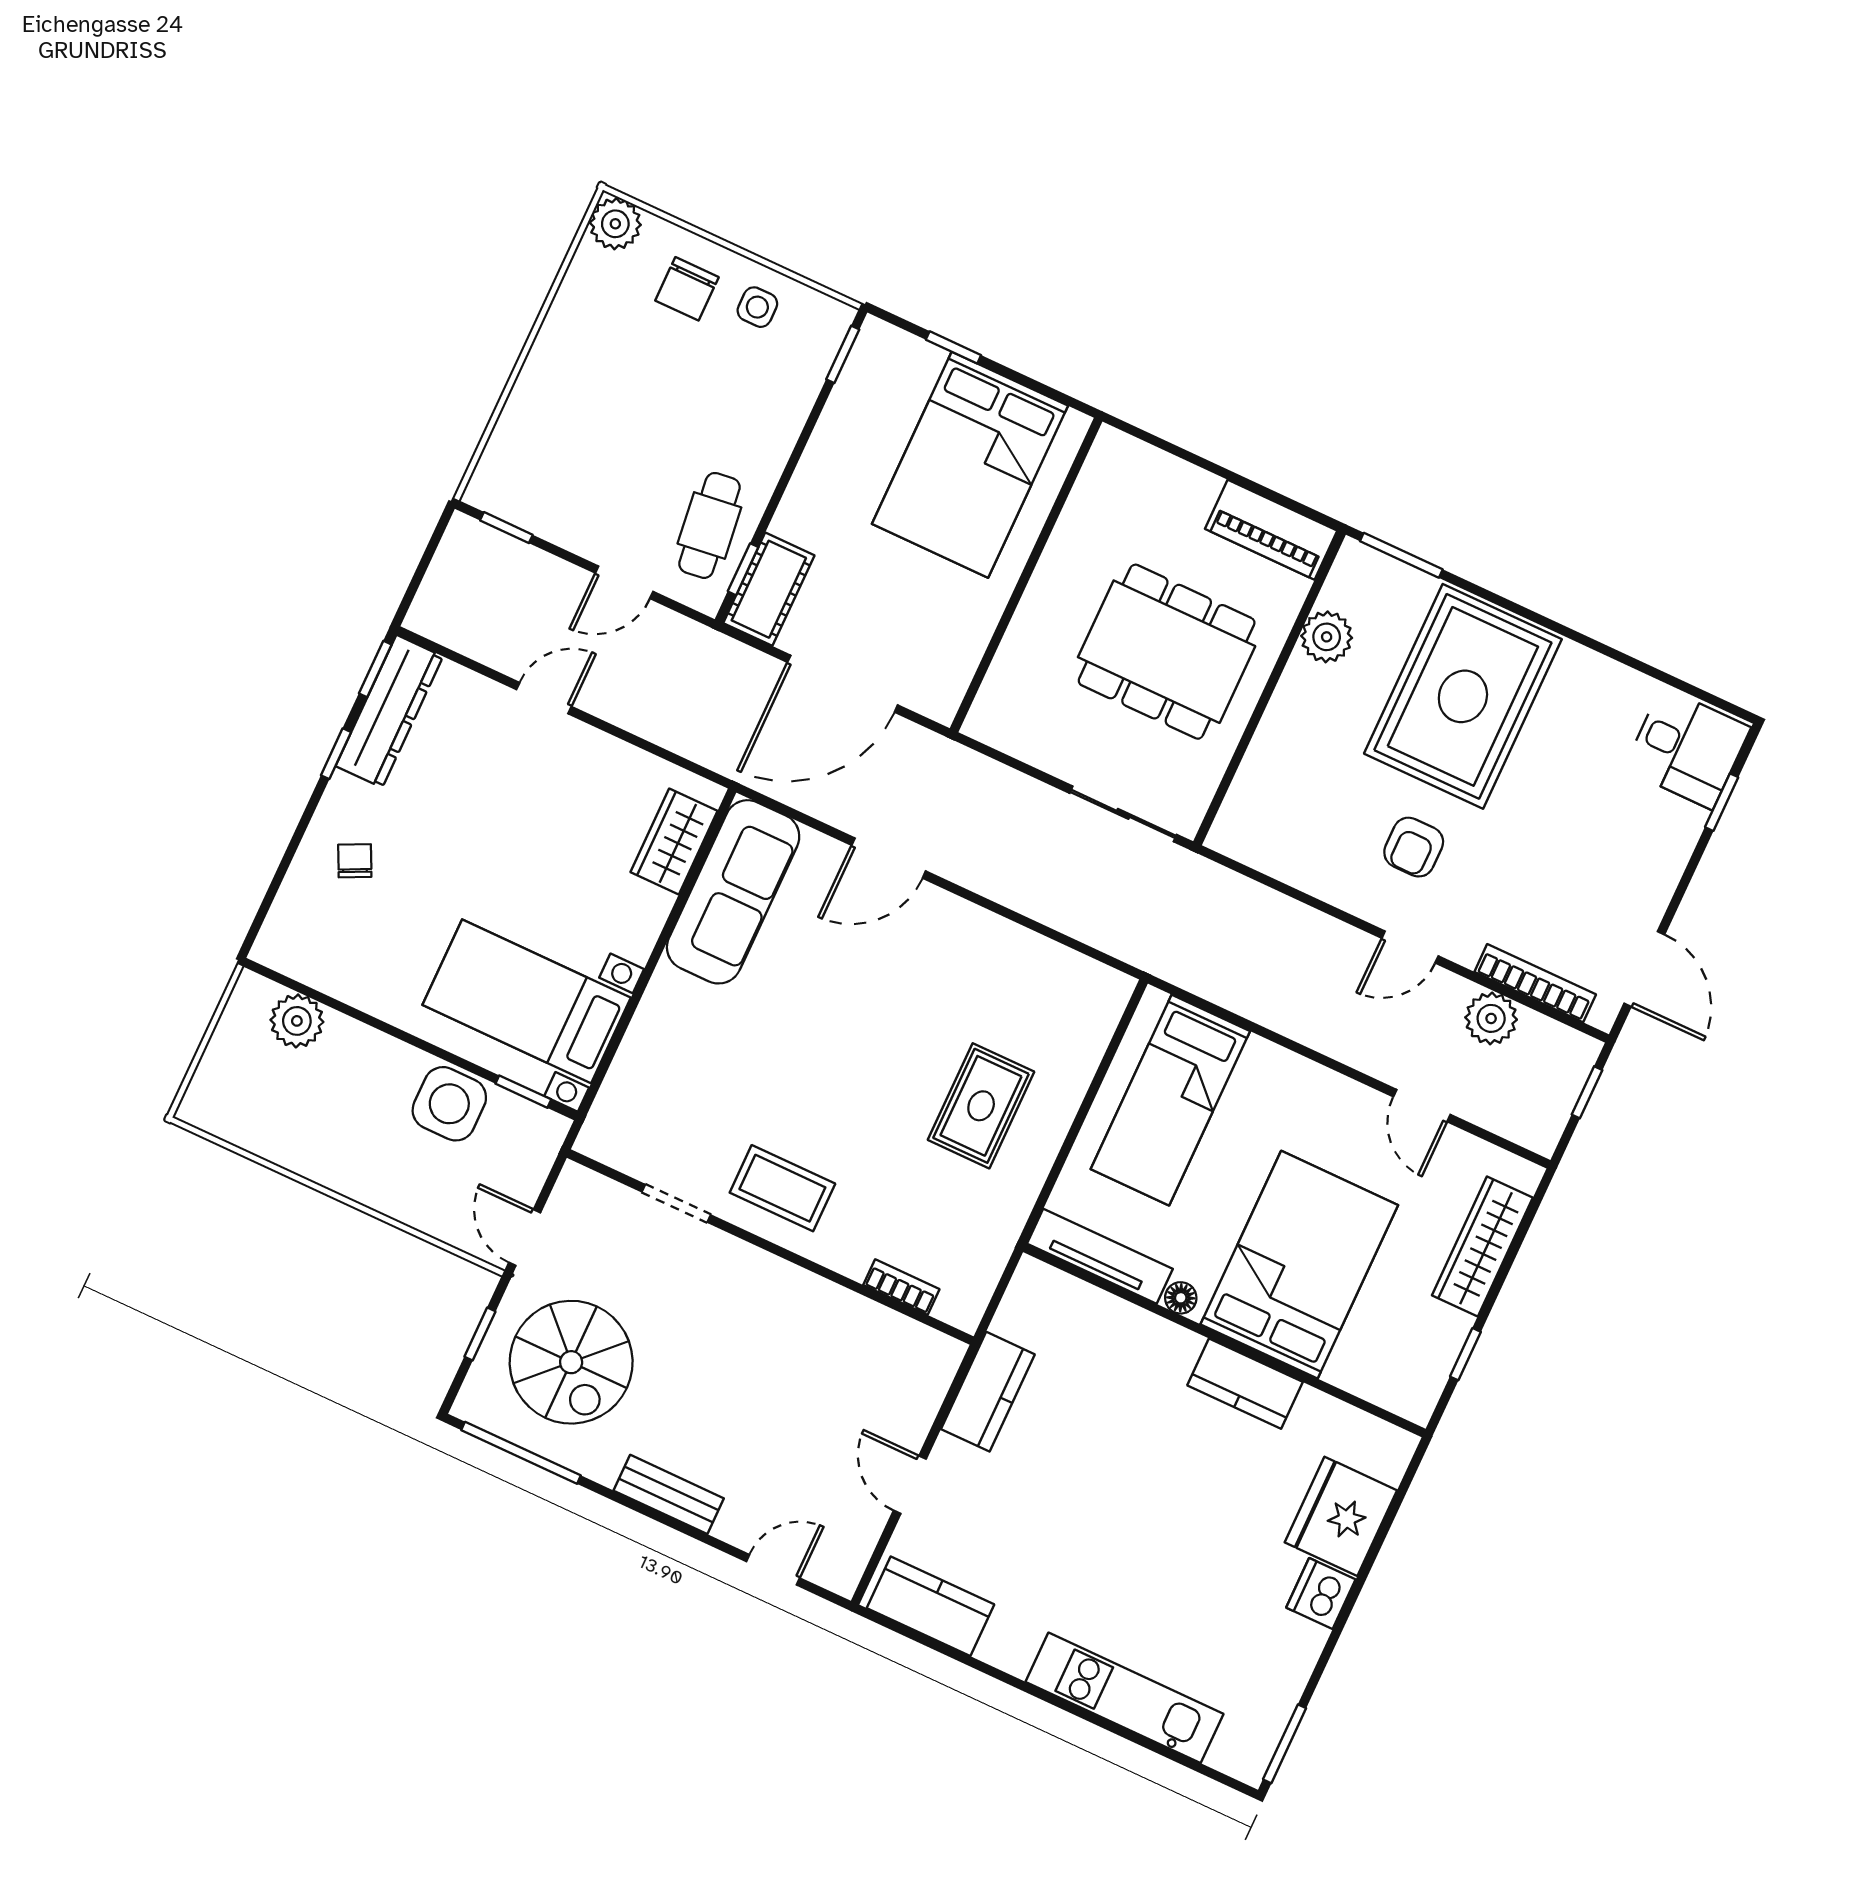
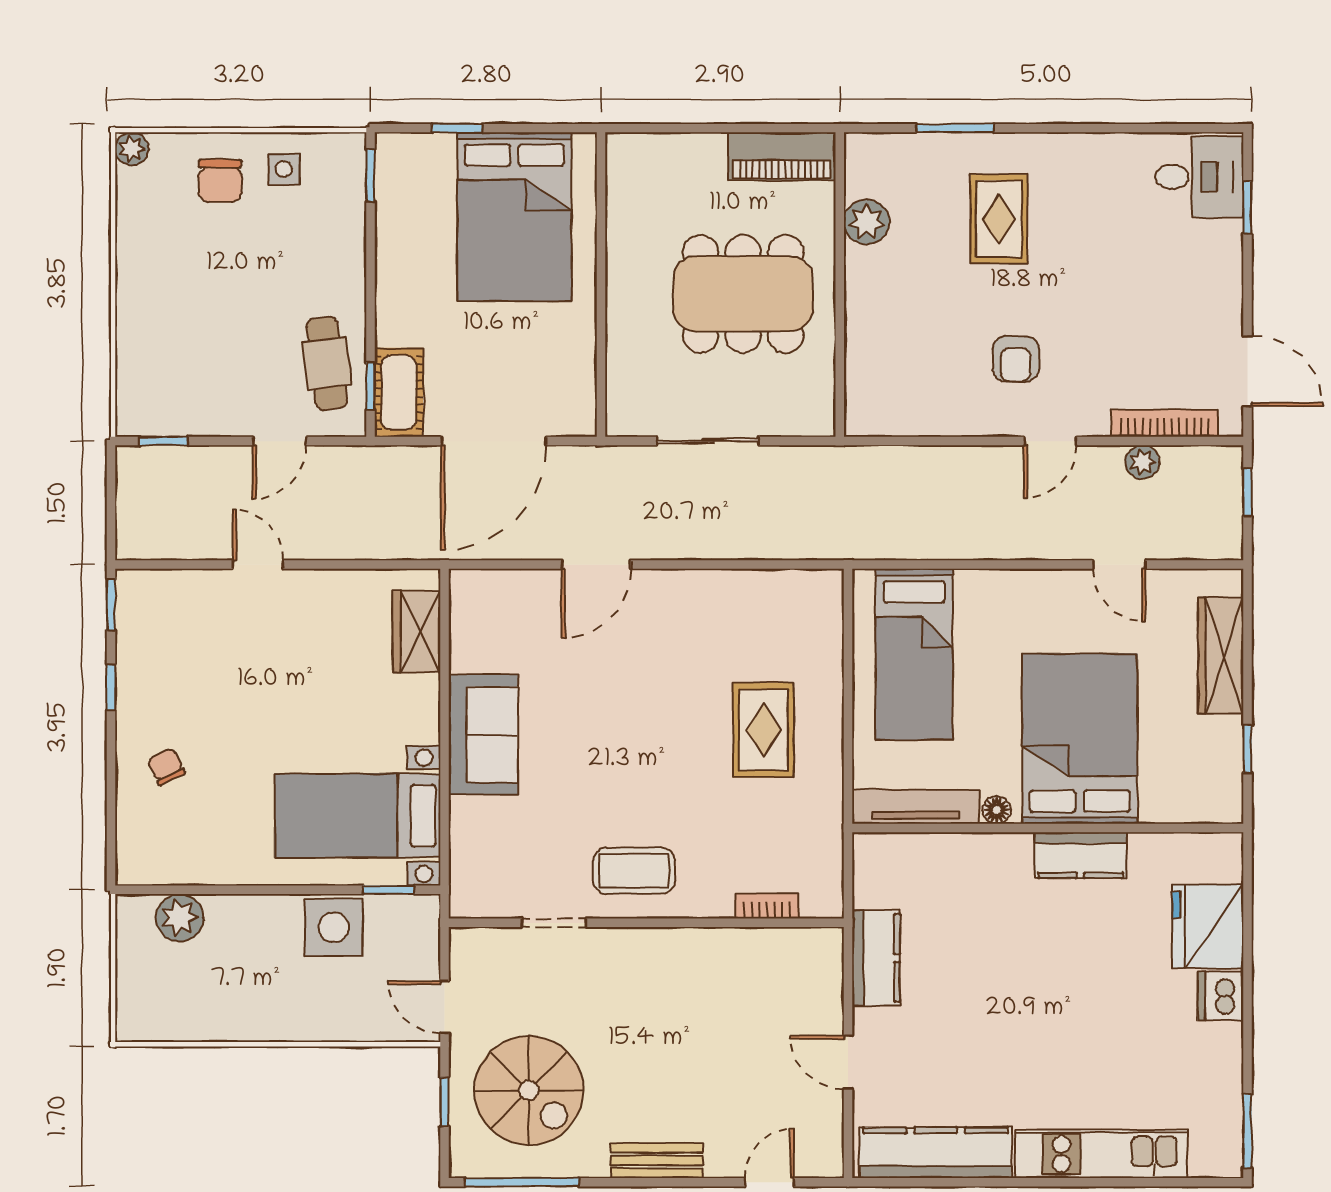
plant: (615, 224) -> (132, 149), width x0.73, depth x0.73
window: (1401, 555) -> (955, 128), moved
rug: (1463, 696) -> (999, 219), width x0.54, depth x0.49
door: (544, 698) -> (258, 565), hinge flipped
dresser: (389, 711) -> (138, 633), removed
sliding door: (1123, 814) -> (708, 441), moved
sofa: (733, 892) -> (483, 735), moved, width x0.73
plant: (1491, 1018) -> (1142, 462), width x0.73, depth x0.73
kitchen counter: (931, 1606) -> (936, 1153), width x1.50

